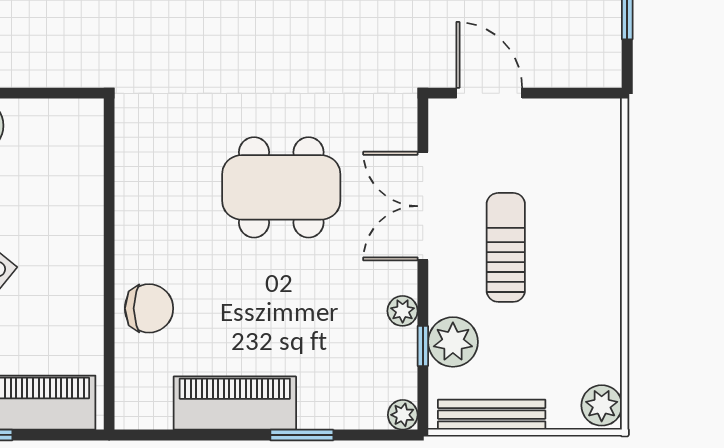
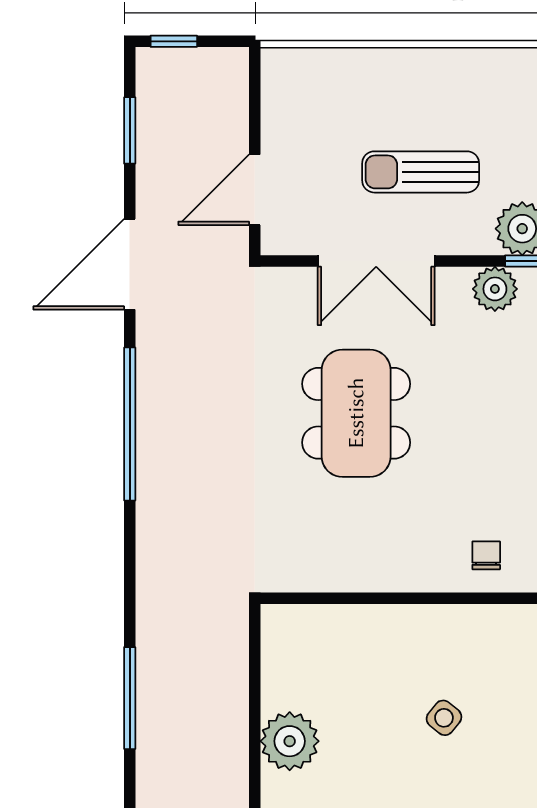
chair: (149, 308) -> (486, 555), width x0.54, depth x0.54
plant: (403, 311) -> (495, 289), width x1.38, depth x1.38

